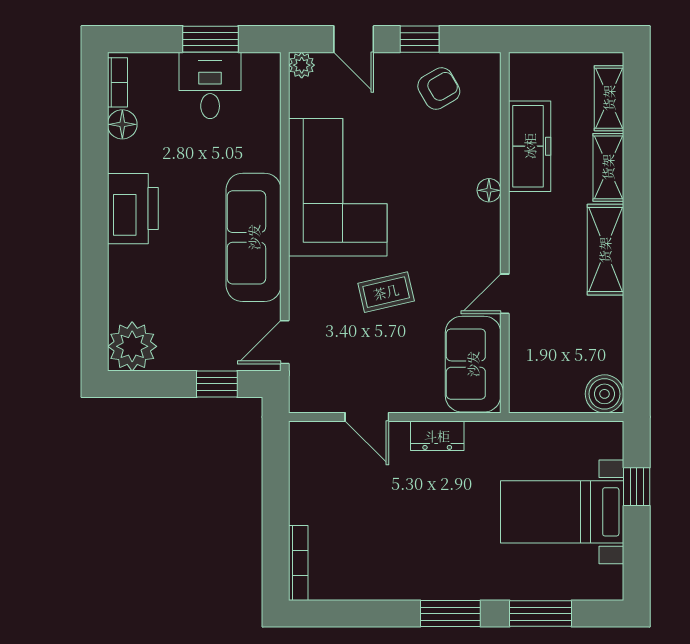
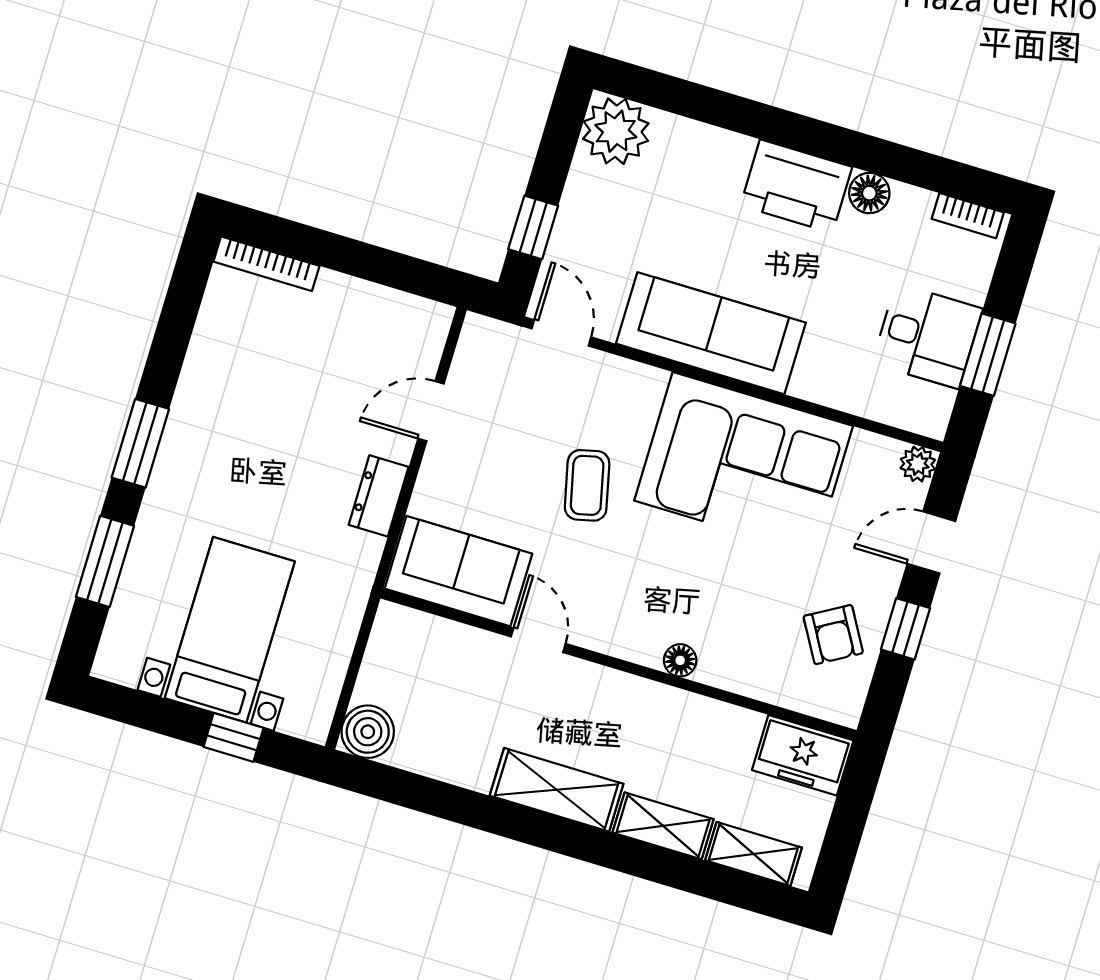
floor lamp: (122, 124) -> (869, 193), moved
freezer: (530, 146) -> (803, 755), moved, width x0.71

